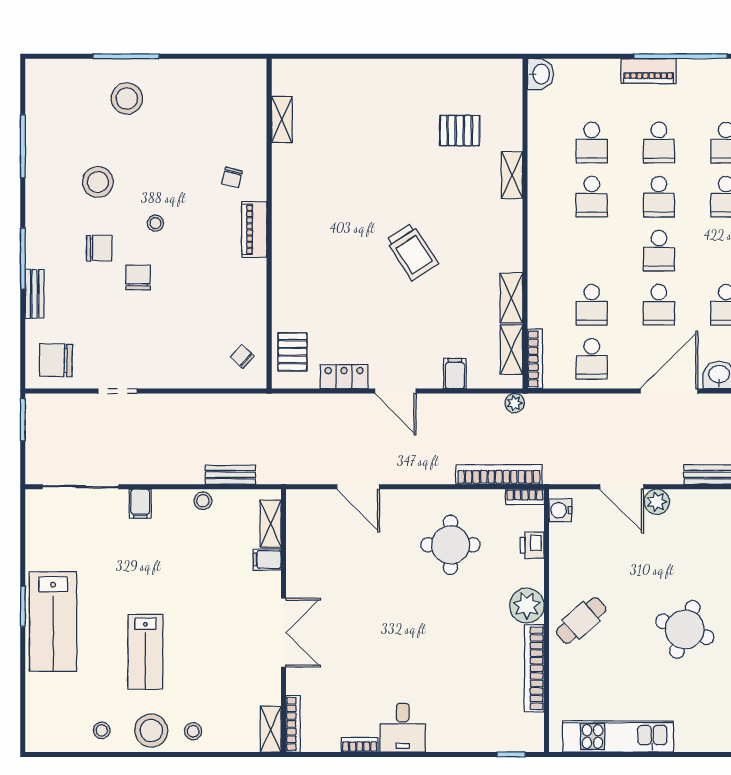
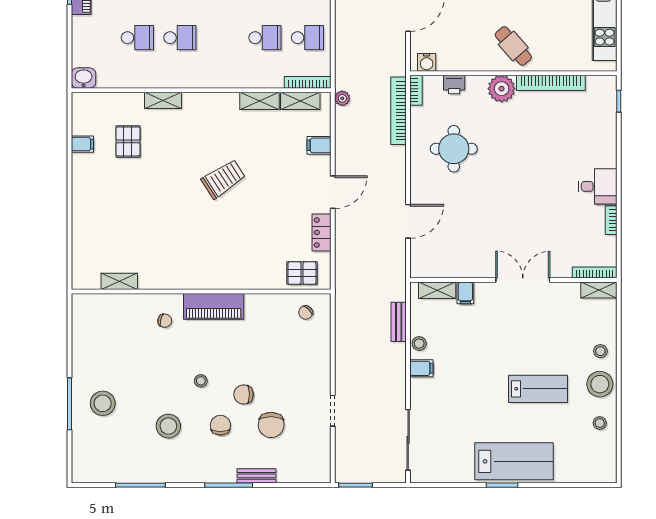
filing cabinet: (456, 73) -> (82, 144), added
piano: (254, 229) -> (214, 306), width x1.37, depth x1.33
chair: (56, 360) -> (271, 425), moved
filing cabinet: (140, 504) -> (421, 368), moved

